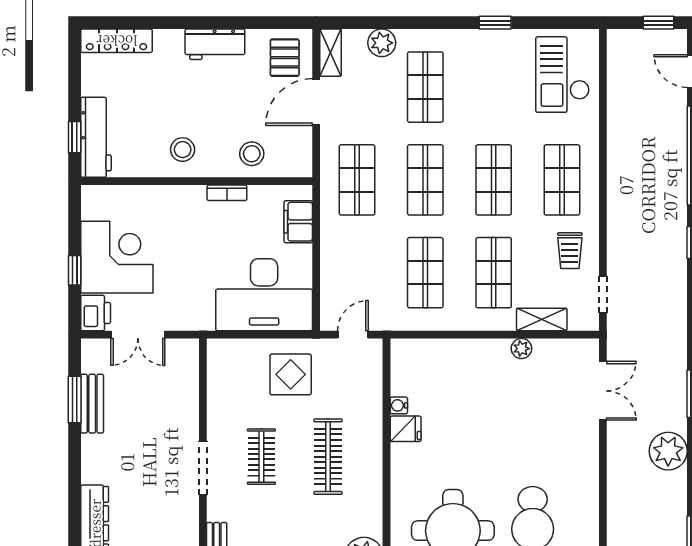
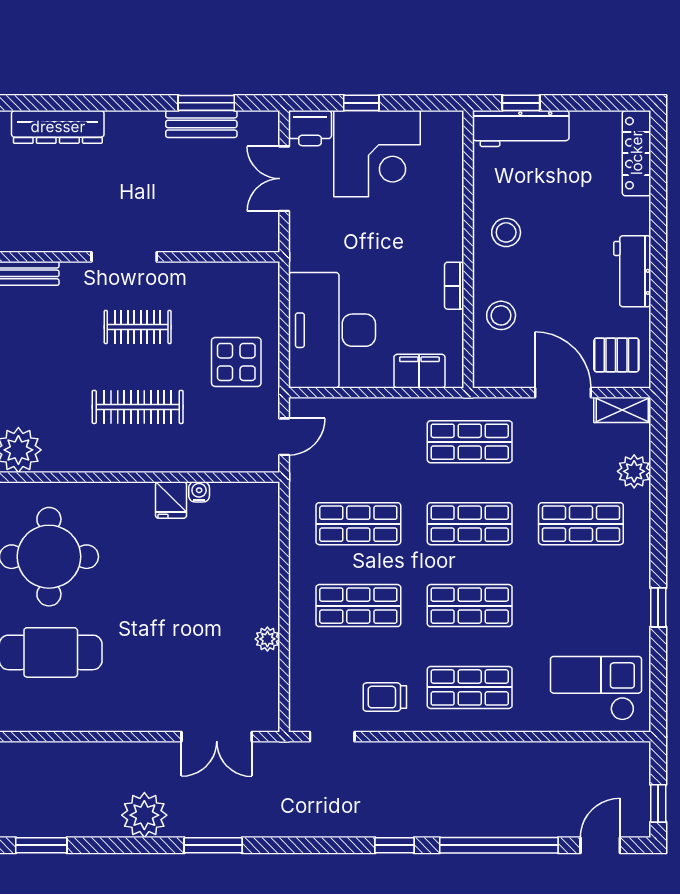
shelving: (542, 320) -> (302, 663), removed
door: (353, 335) -> (284, 437), hinge flipped

